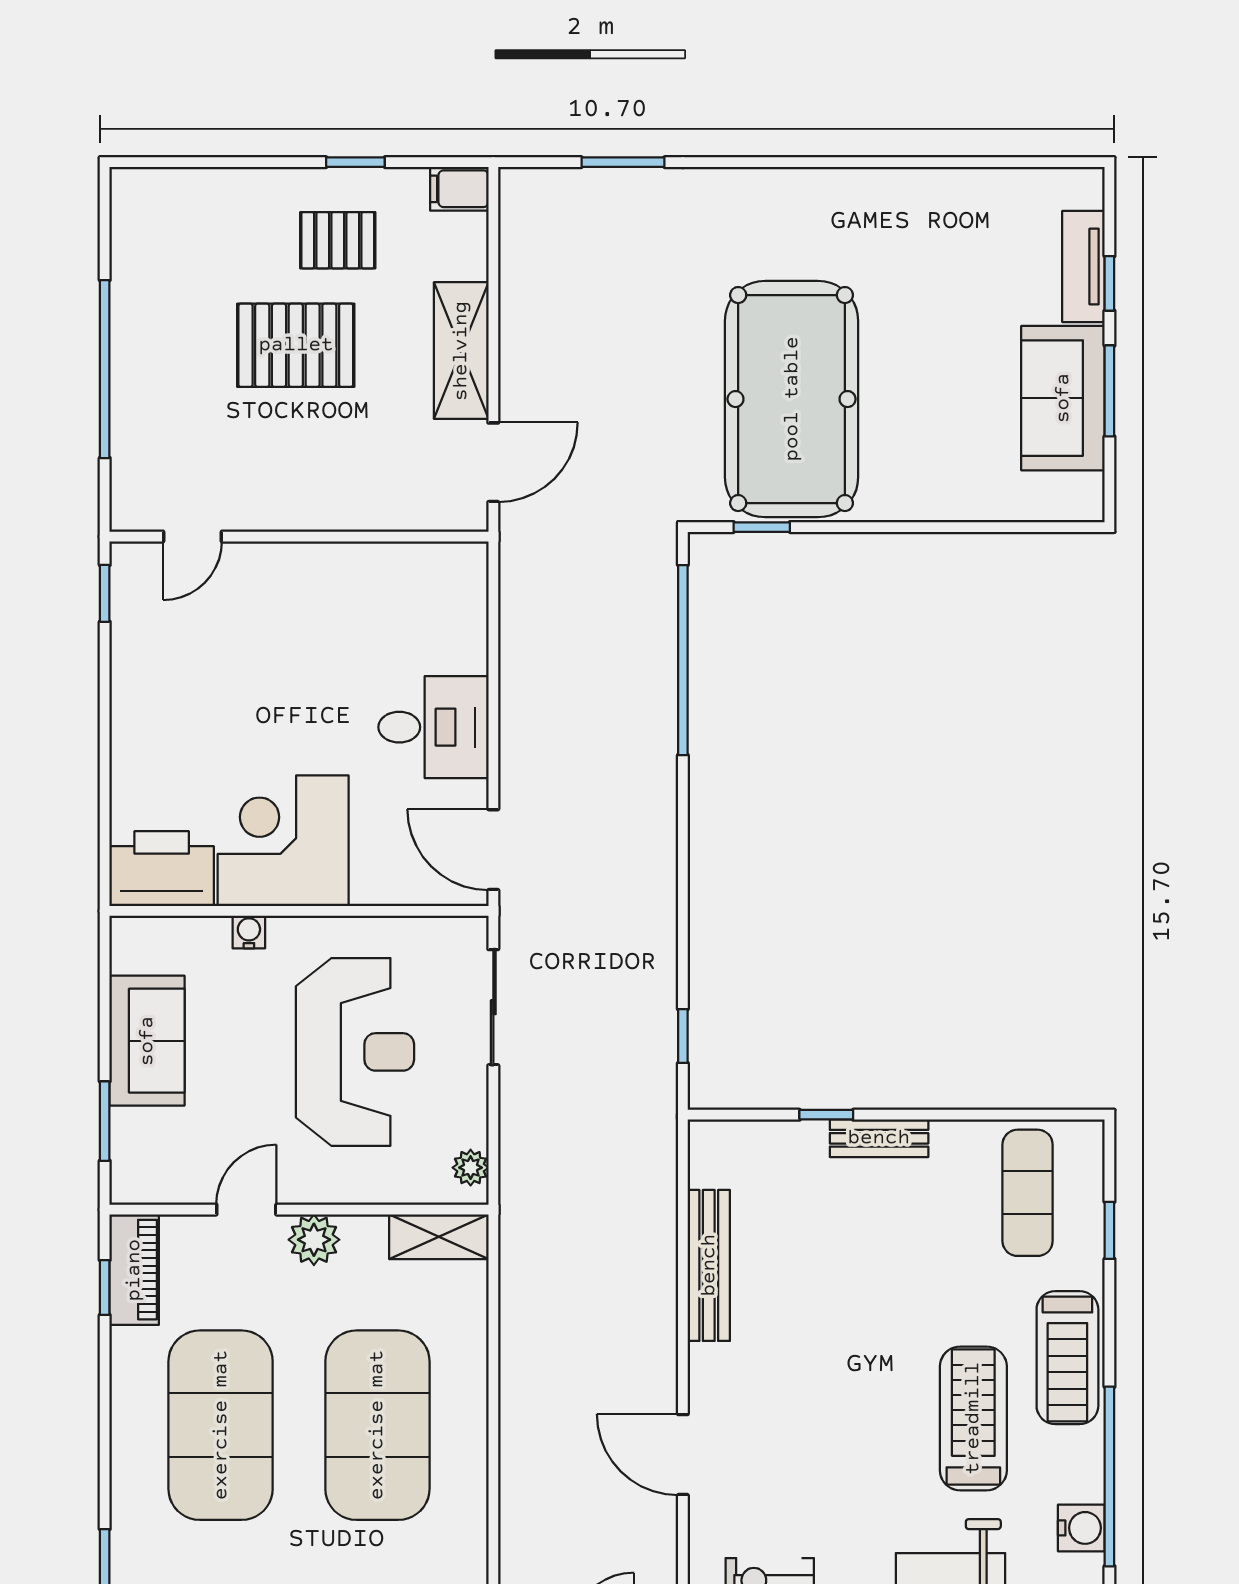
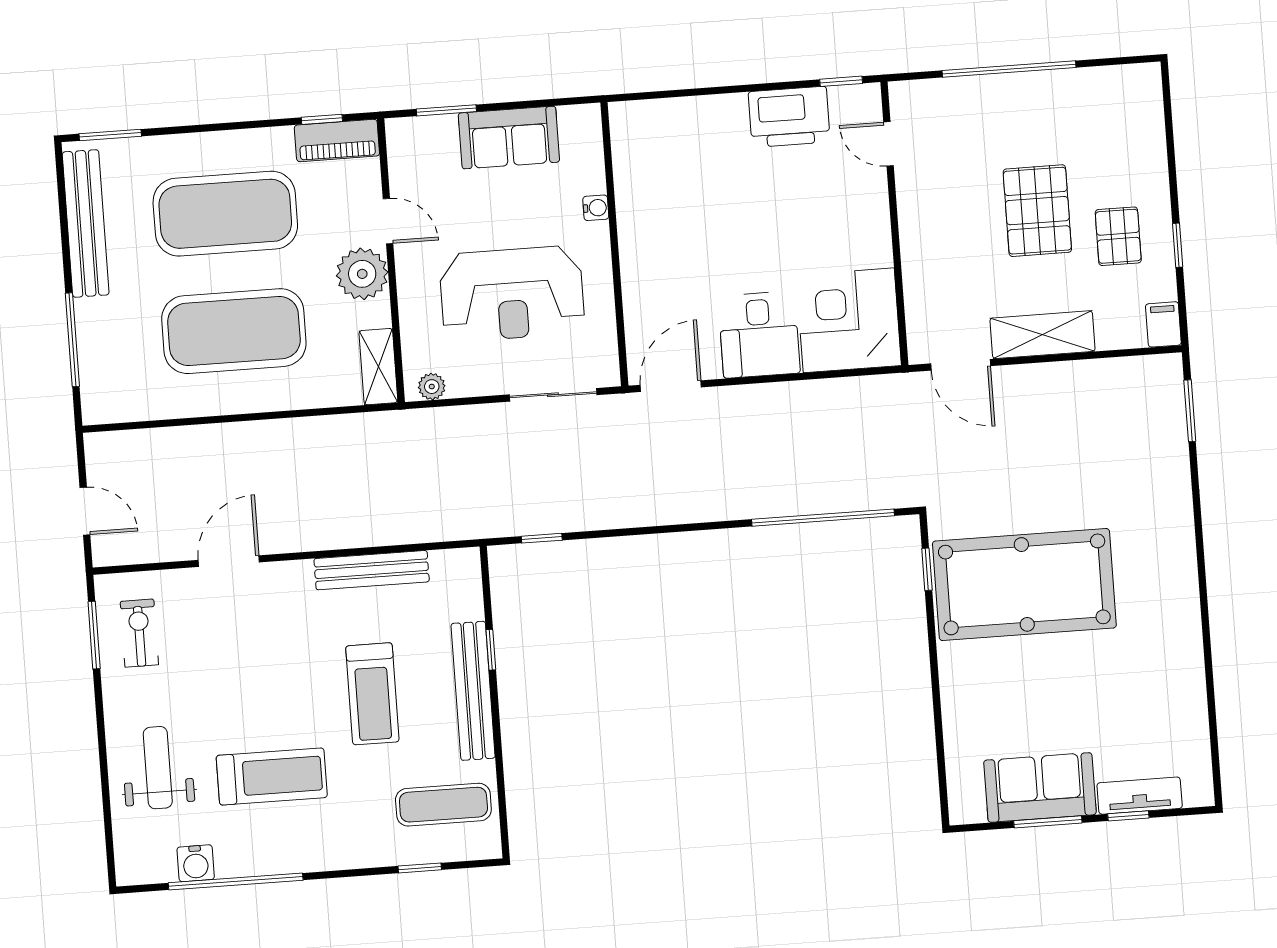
window: (623, 162) -> (1190, 411), moved
corner desk: (283, 841) -> (849, 320), moved, turned -90
printer: (162, 869) -> (789, 117), moved, turned 90
bench: (879, 1138) -> (473, 691), width x1.86, depth x1.21
plant: (314, 1240) -> (362, 274), width x1.36, depth x1.36
treadmill: (1067, 1358) -> (372, 694), moved, turned -90

